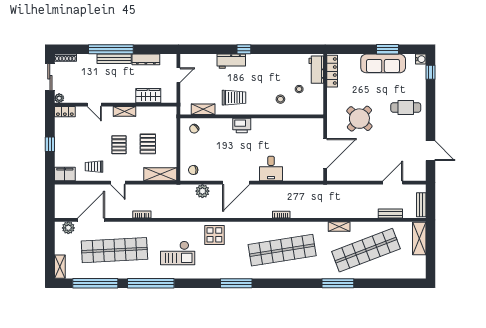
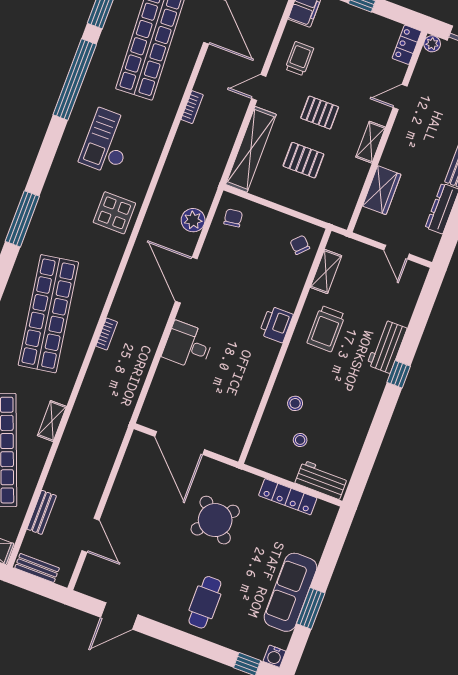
locker: (332, 71) -> (288, 497), moved
shelving: (160, 174) -> (251, 149), width x1.47

